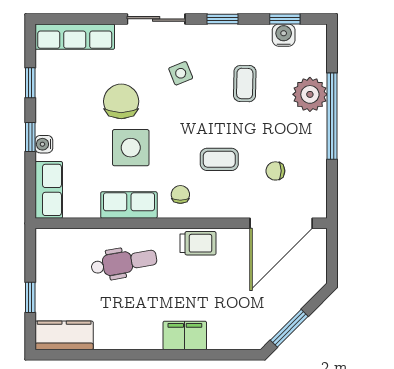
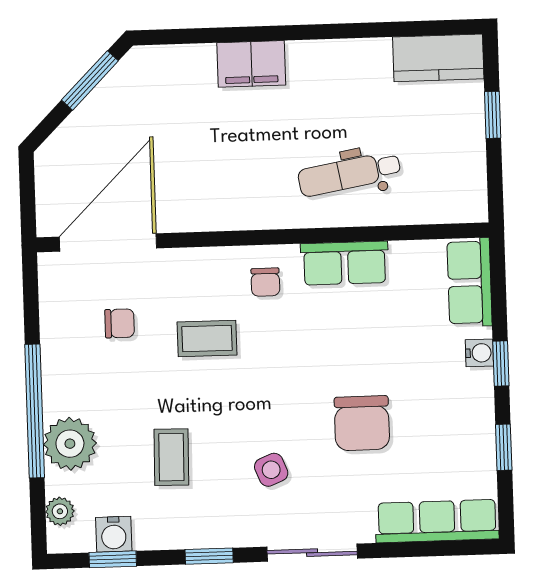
plant: (318, 51) -> (60, 511), added
side table: (131, 148) -> (345, 352), removed
trolley: (198, 243) -> (236, 207), removed

